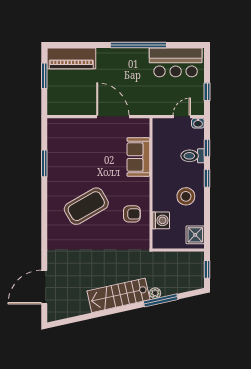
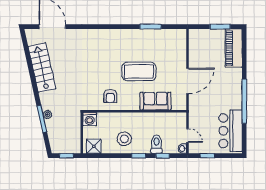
coffee table: (86, 206) -> (139, 71), moved, turned -60
washing machine: (161, 220) -> (90, 119), moved
stairs: (118, 295) -> (42, 68), moved

